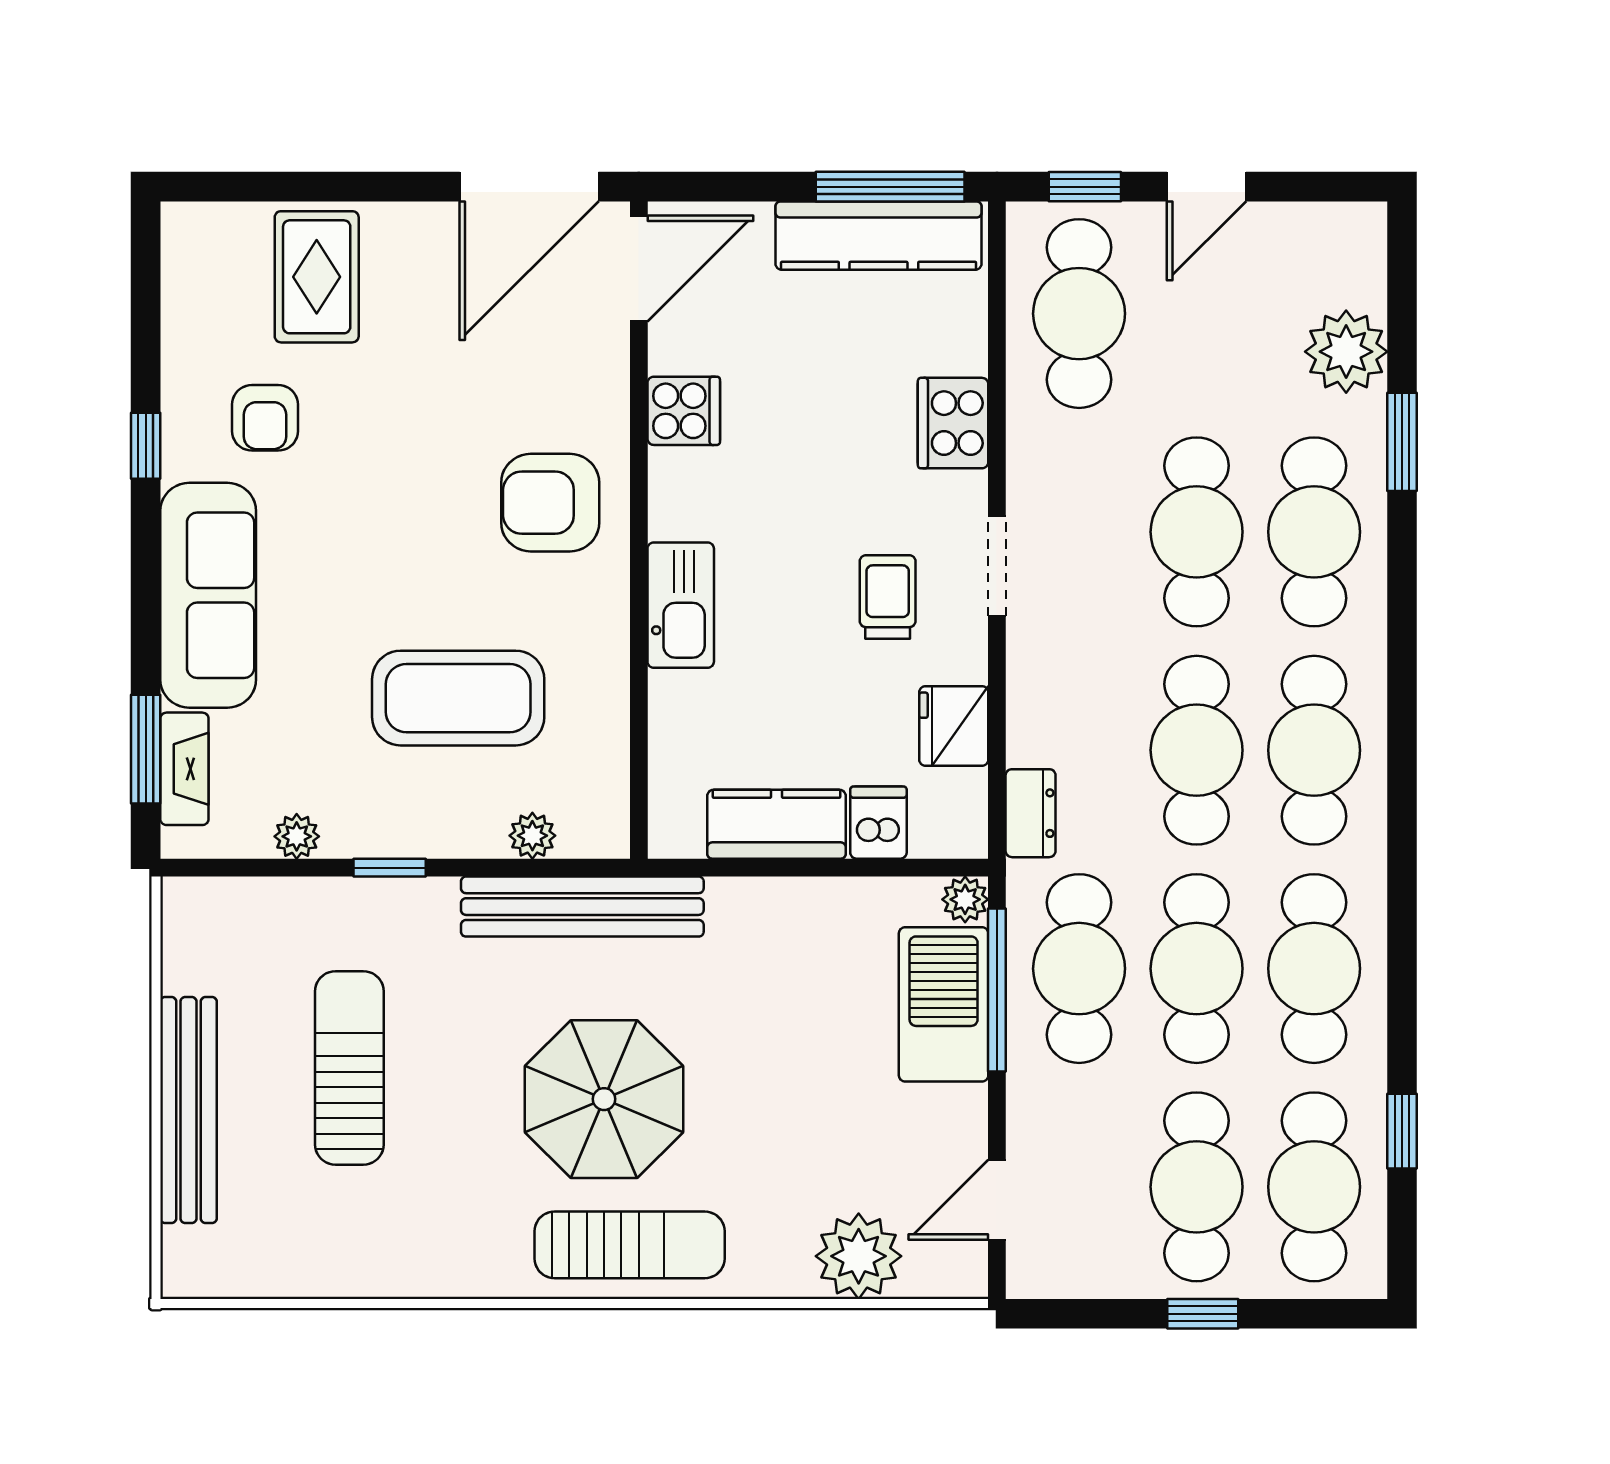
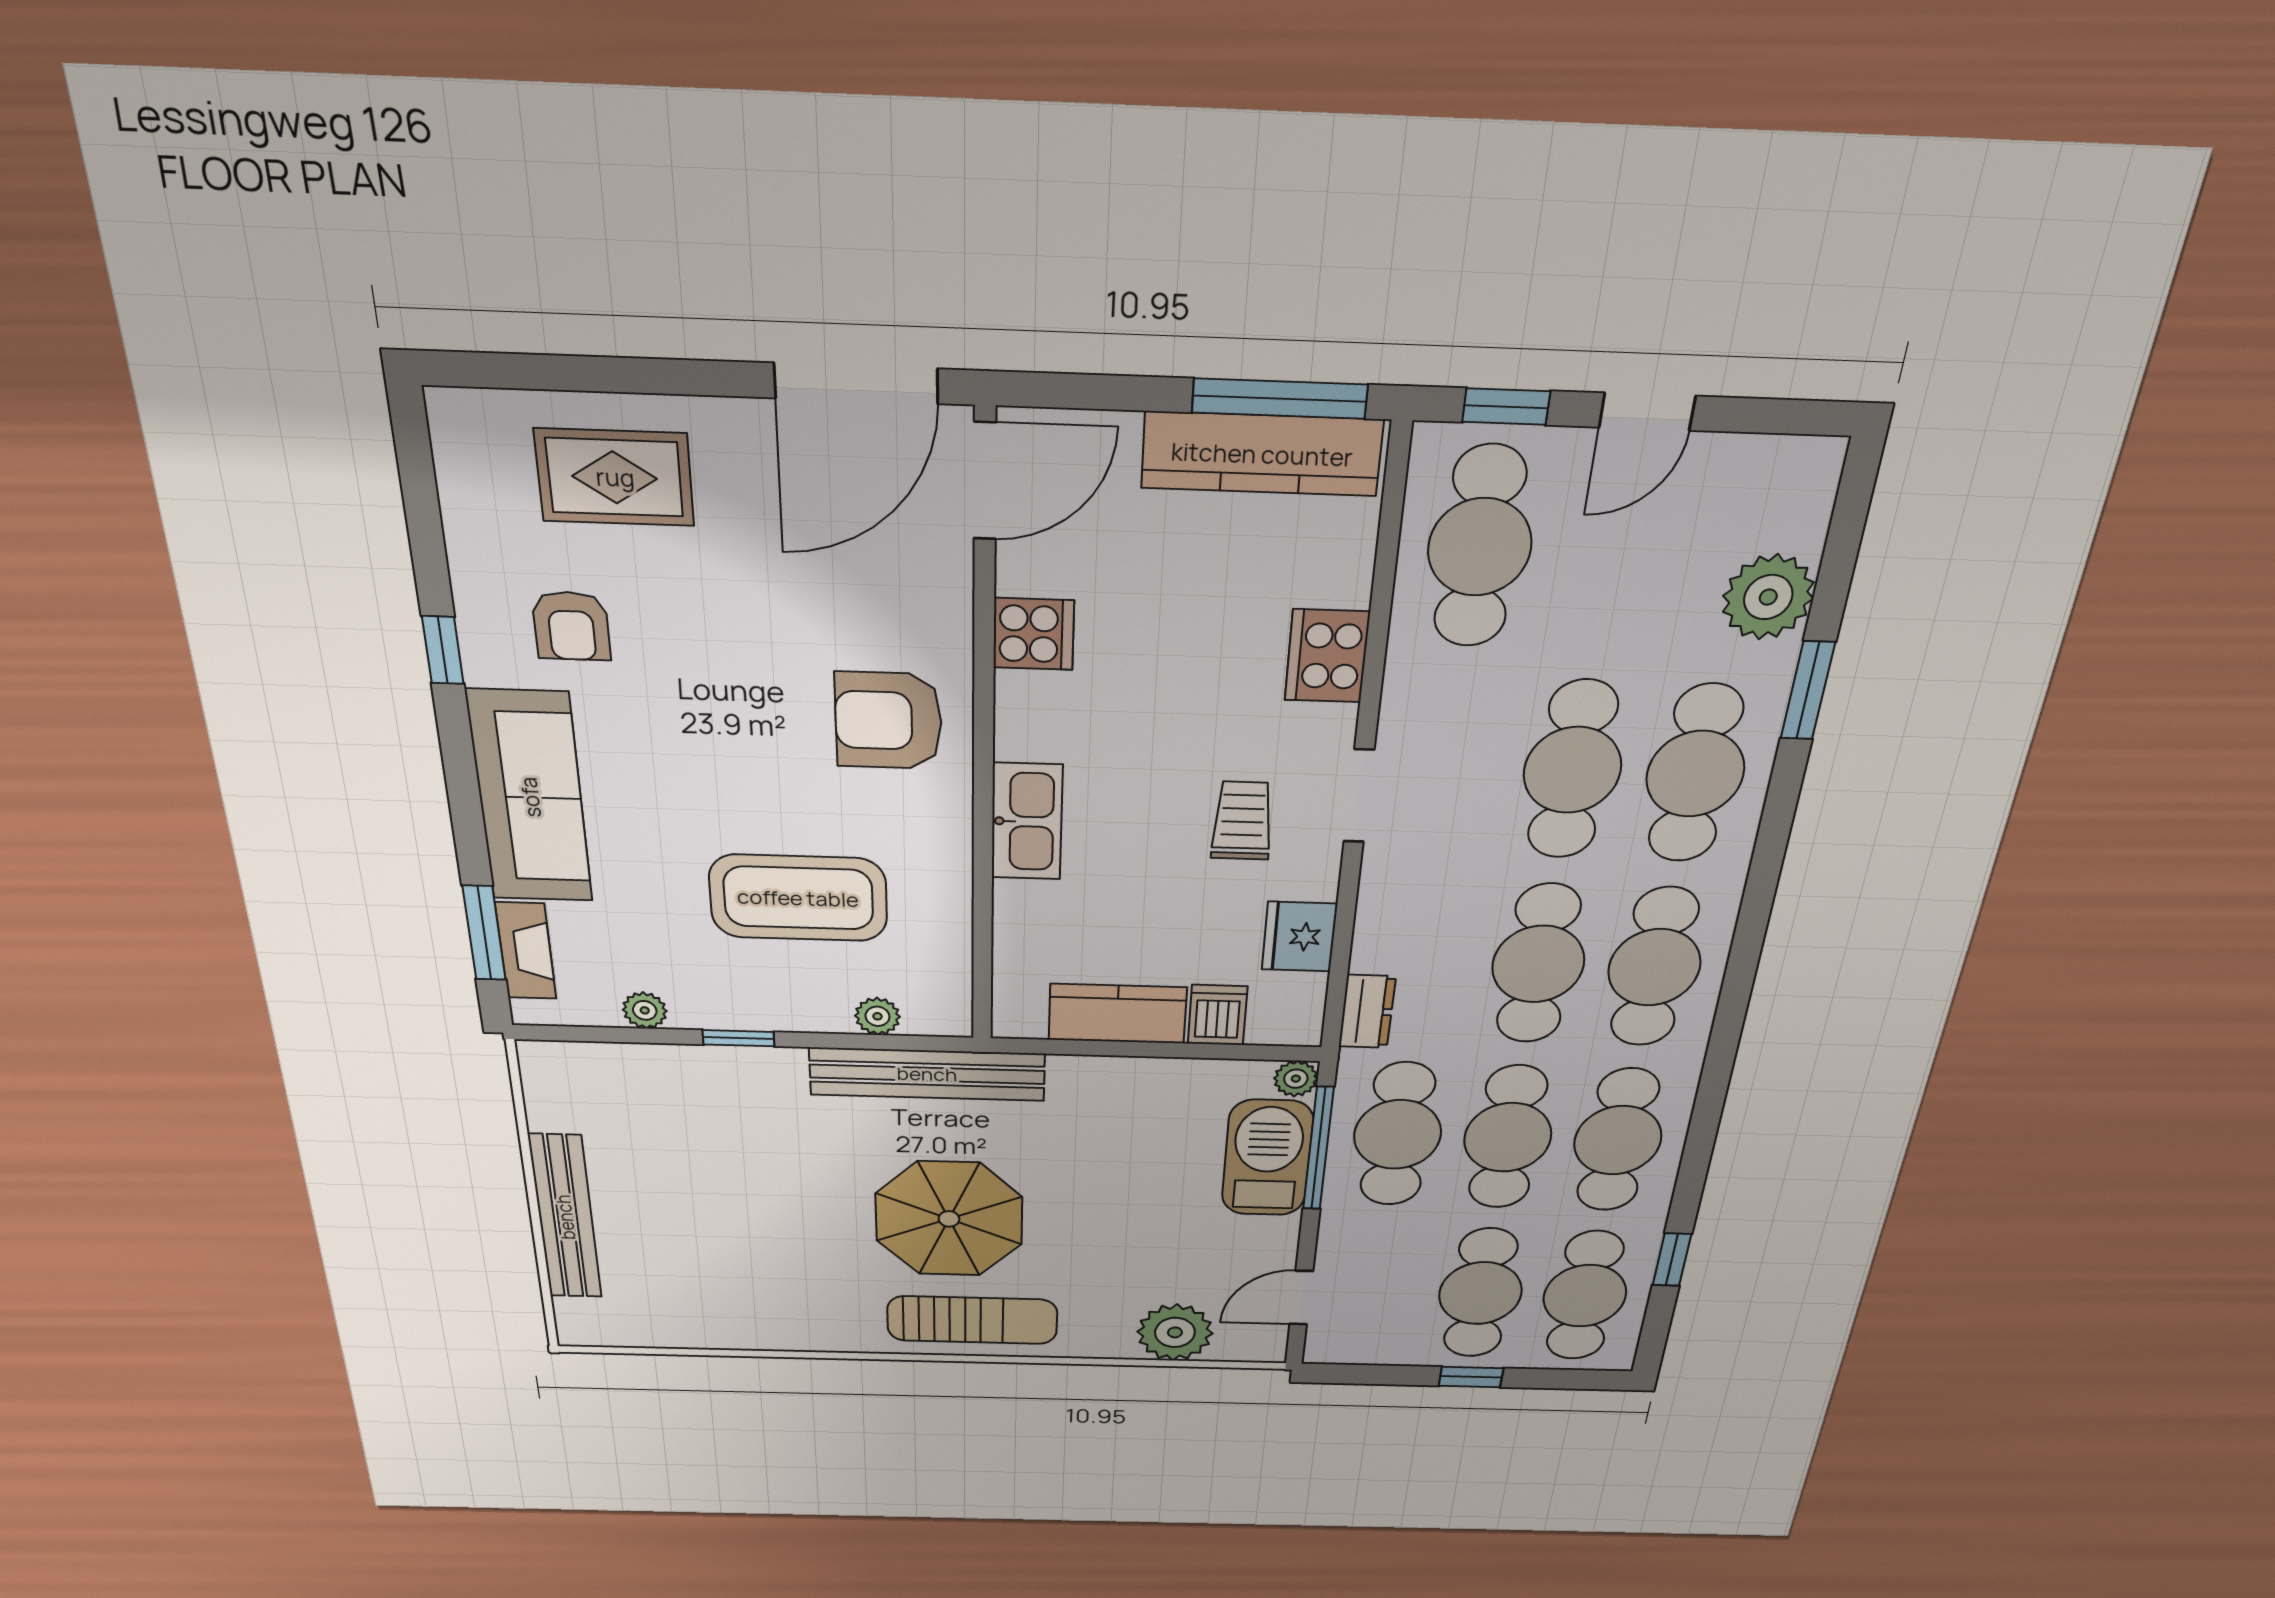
rug: (317, 277) -> (615, 477), turned 90
sun lounger: (349, 1068) -> (712, 1190), removed

